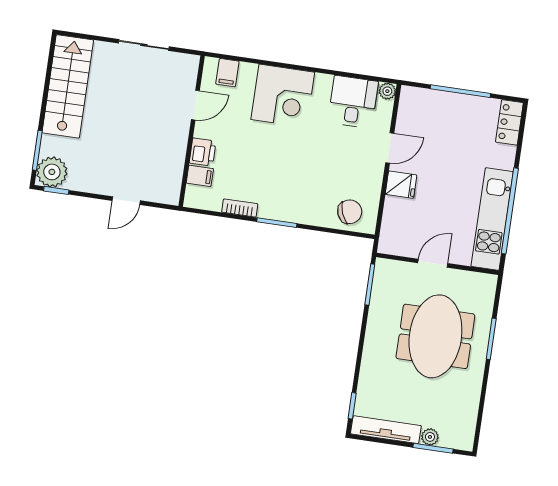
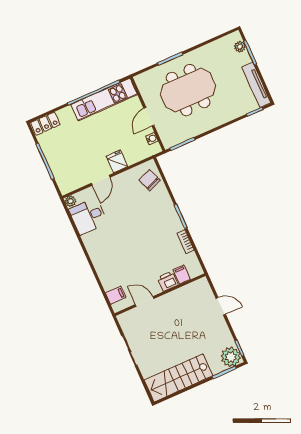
corner desk: (283, 96) -> (109, 257), removed
door: (390, 148) -> (101, 180), swing flipped
water cooler: (402, 249) -> (152, 139), added
door: (433, 263) -> (149, 117), hinge flipped
plant: (430, 437) -> (240, 47), moved

